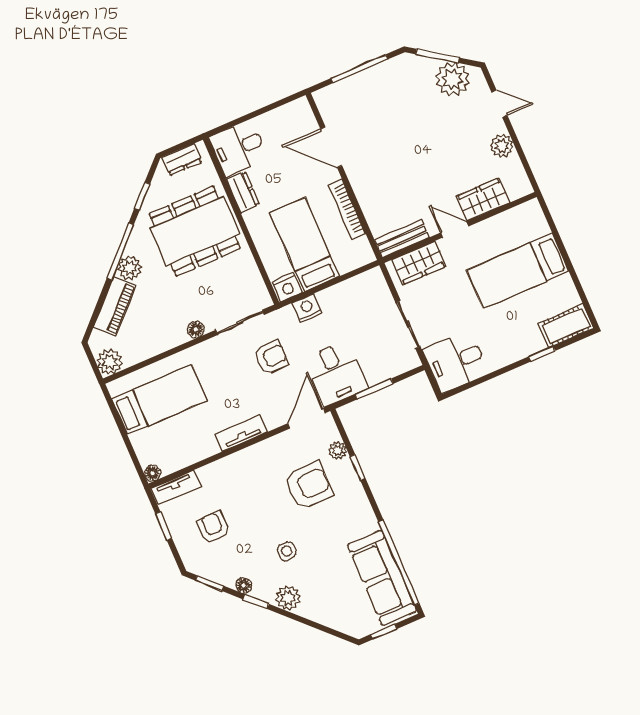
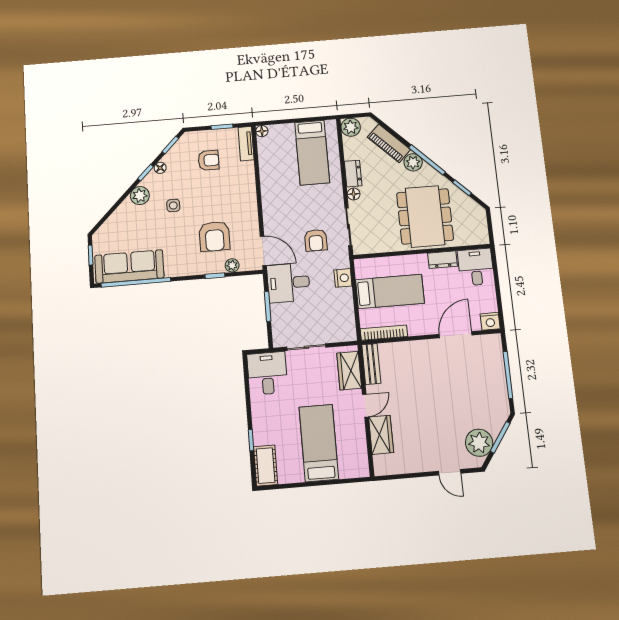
door: (499, 104) -> (450, 472), hinge flipped
plant: (502, 146) -> (417, 463), removed
dresser: (182, 159) -> (353, 174), moved, turned 180
bookcase: (347, 209) -> (384, 333), moved
nightstand: (287, 287) -> (490, 321), moved, turned -90
tv unit: (241, 433) -> (269, 201), removed

